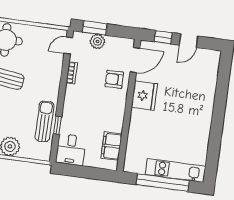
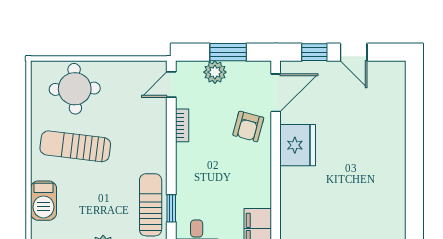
window: (95, 28) -> (228, 52), moved
door: (189, 41) -> (354, 52), hinge flipped
armchair: (114, 79) -> (248, 126), turned -75

